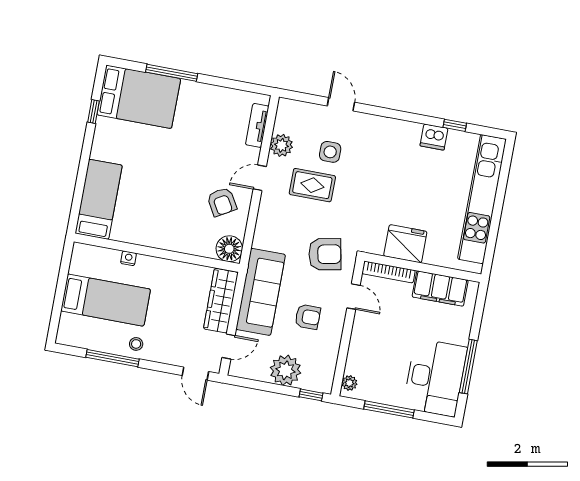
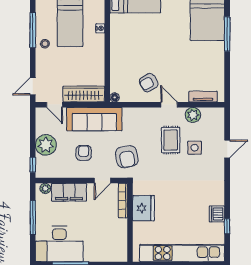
floor lamp: (229, 249) -> (115, 97), width x0.53, depth x0.53
filing cabinet: (440, 289) -> (69, 192), moved, turned -90
armchair: (308, 317) -> (84, 153), turned 180

